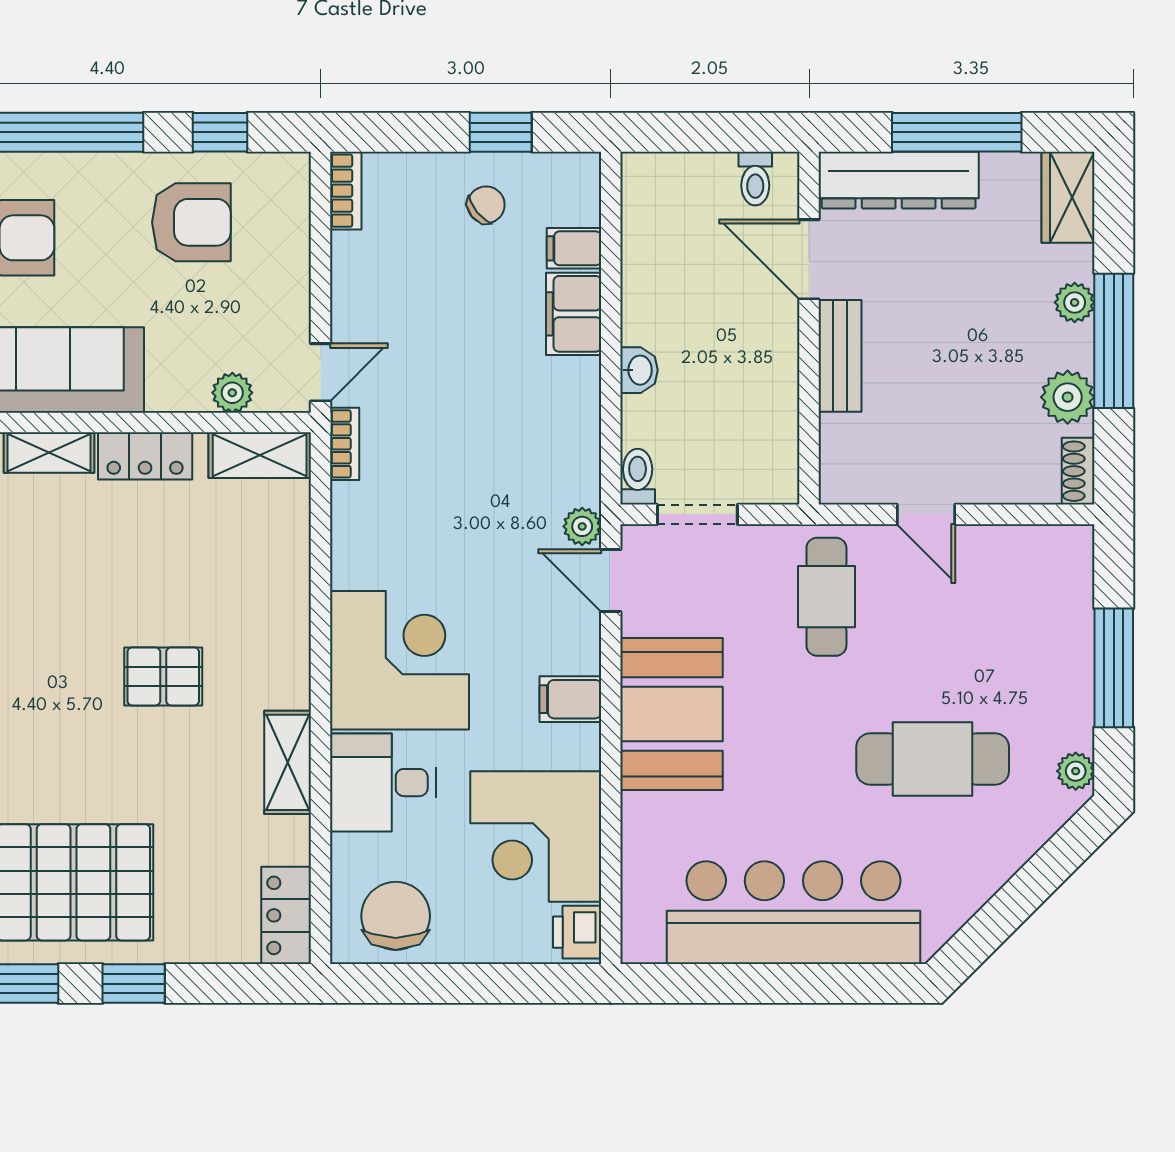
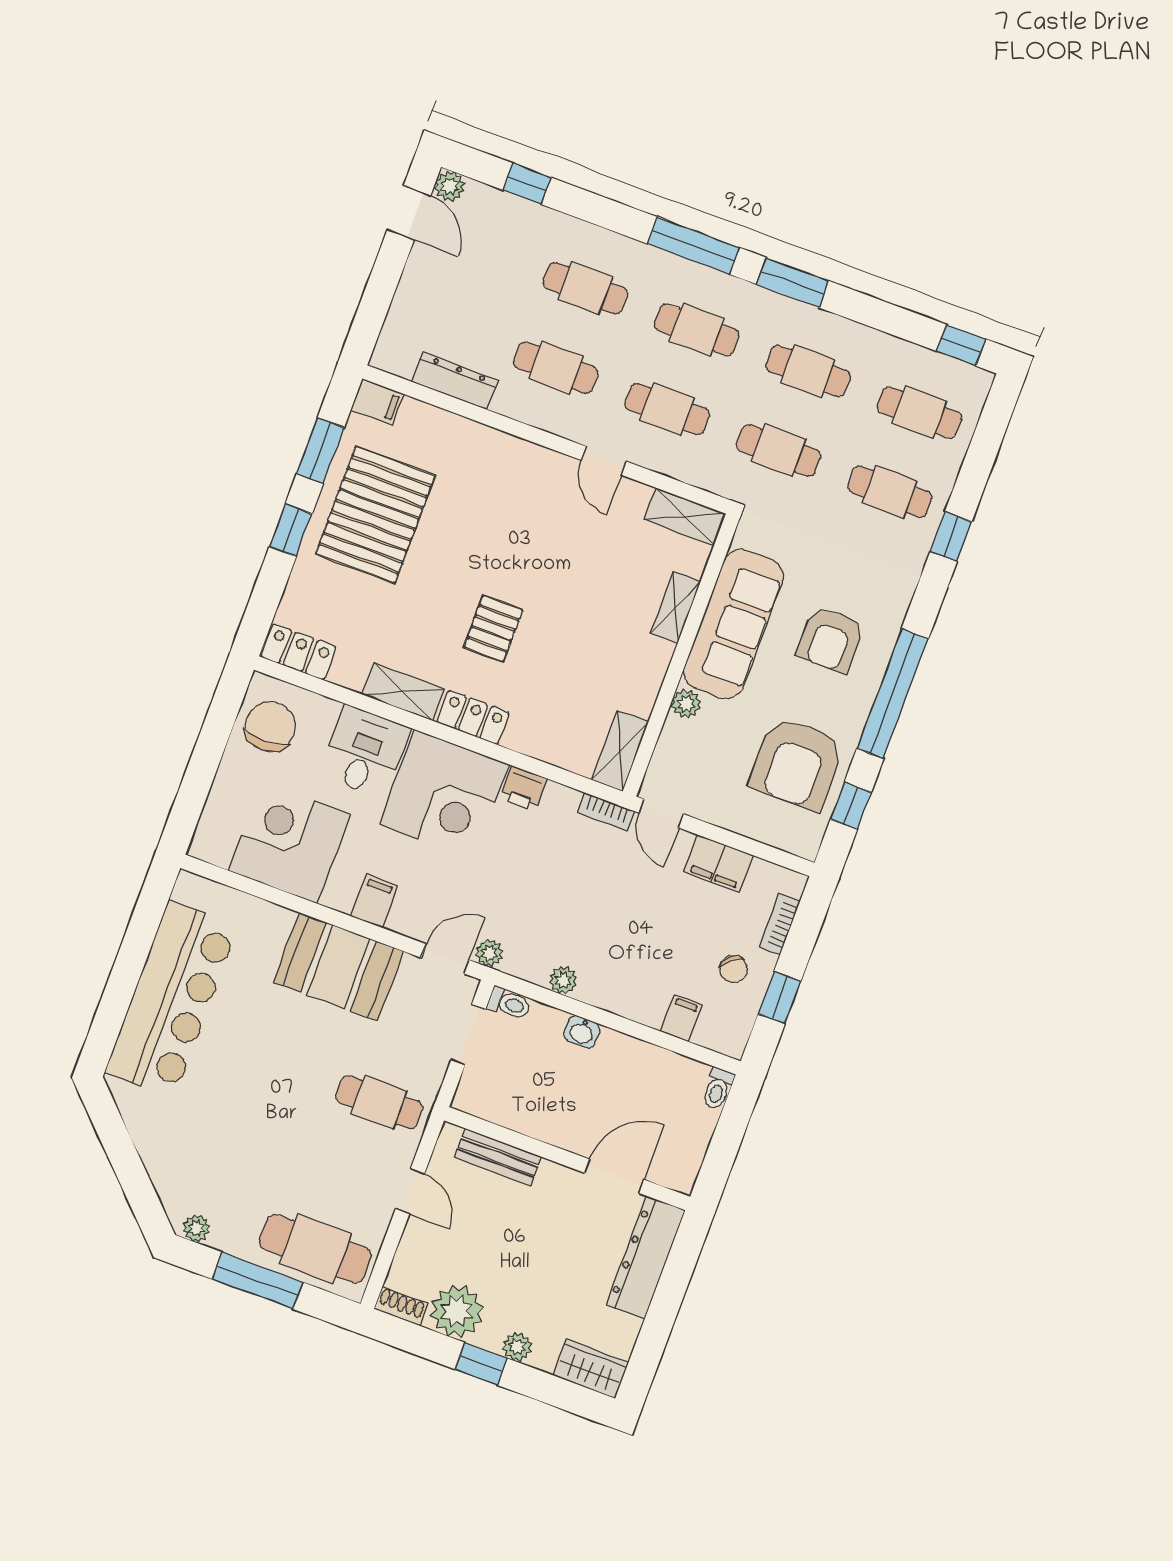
window: (957, 132) -> (664, 1309), removed
toilet: (755, 179) -> (718, 1089), moved, turned -90
bookcase: (346, 191) -> (780, 924), moved, turned 90
armchair: (191, 222) -> (797, 763), width x1.36, depth x1.36
filing cabinet: (574, 314) -> (718, 864), moved, turned 180
window: (1114, 341) -> (481, 1364), width x0.46
bench: (840, 356) -> (498, 1157), moved
plant: (232, 393) -> (686, 704), moved
plant: (1068, 397) -> (457, 1311), width x1.36, depth x1.36
plant: (582, 418) -> (563, 980), added
locker: (145, 456) -> (473, 717), moved, turned 90
door: (926, 514) -> (410, 1191), swing flipped
cafe table: (933, 759) -> (316, 1249), moved, turned 90
chair: (396, 916) -> (270, 727), turned -90
printer: (577, 932) -> (524, 788), moved, turned 180

